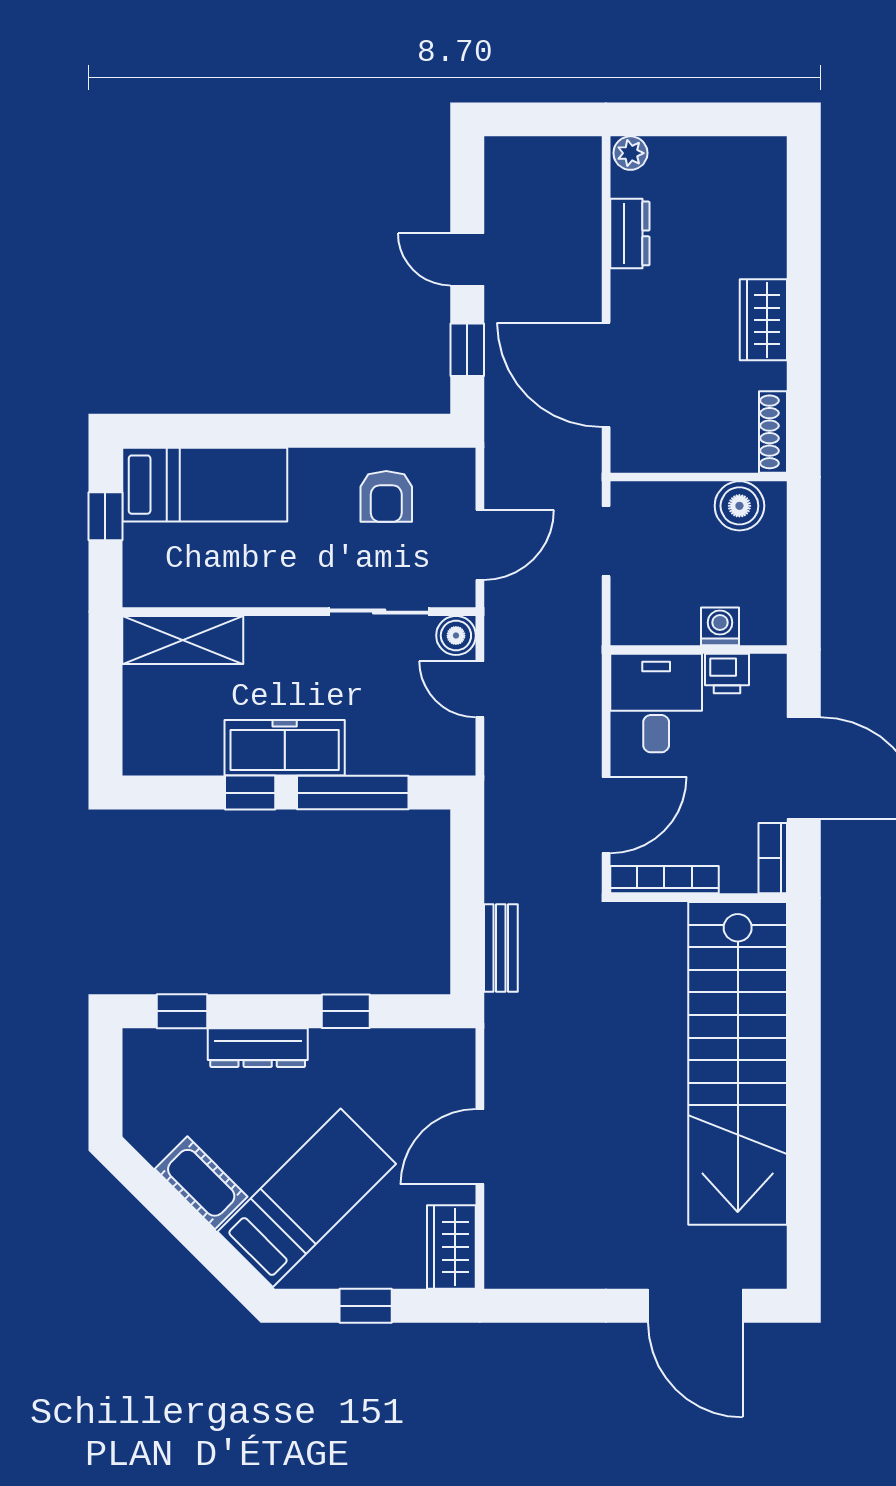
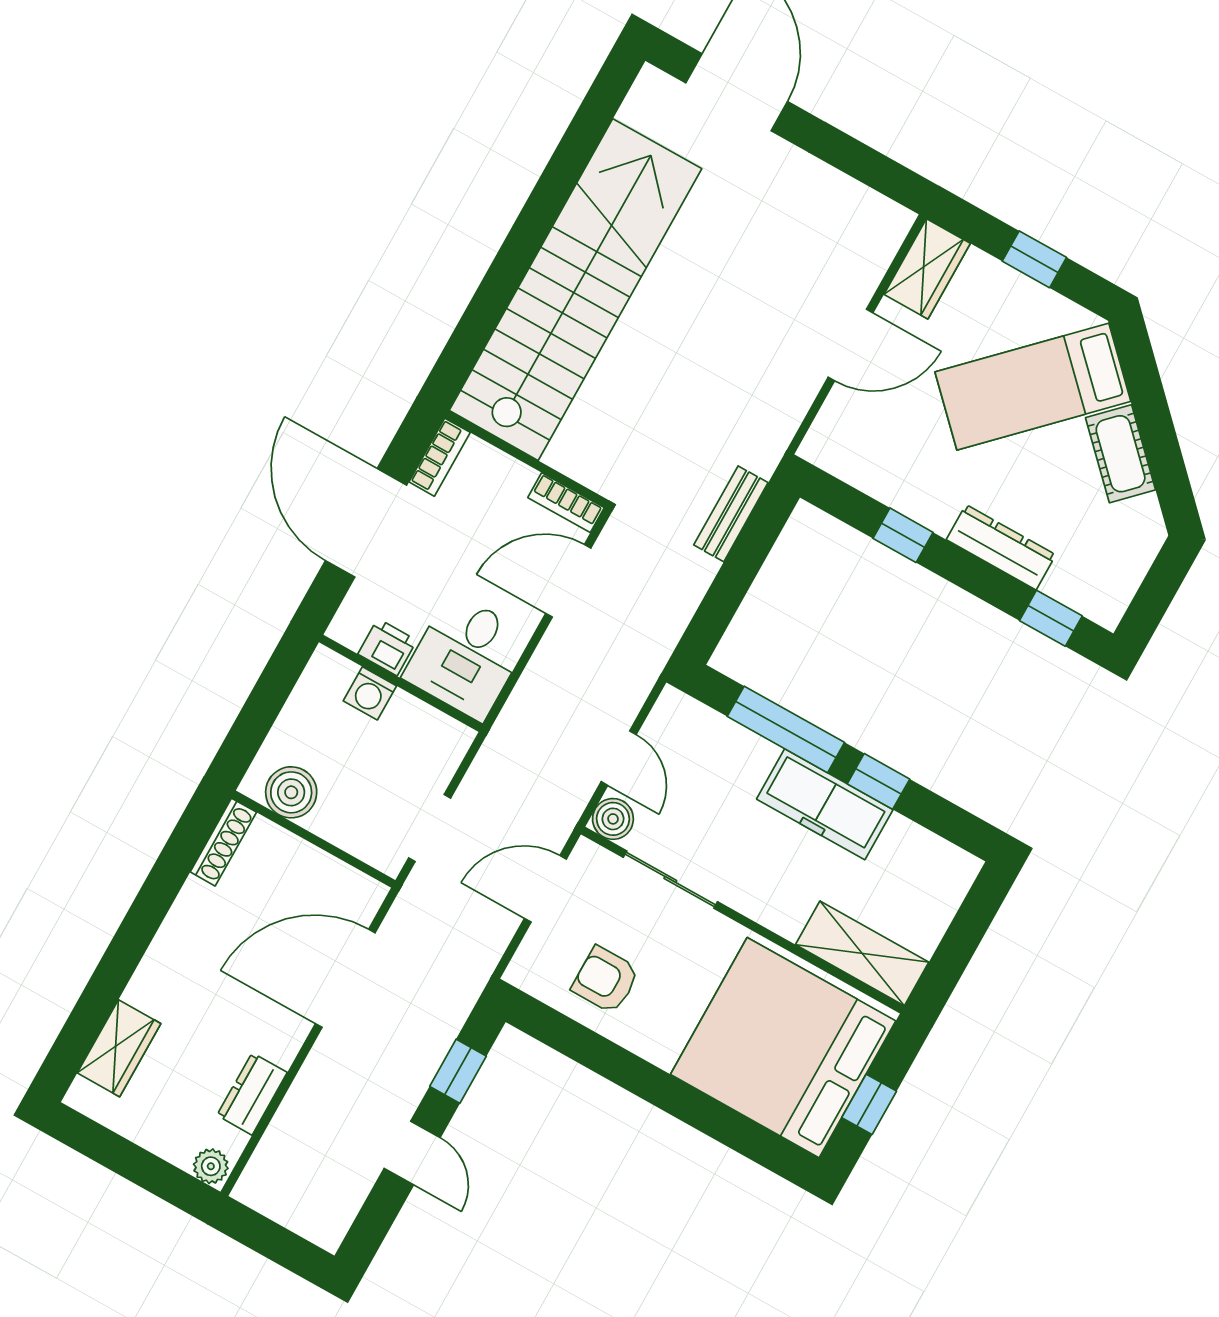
wardrobe: (763, 320) -> (119, 1048), moved
door: (606, 375) -> (345, 978), swing flipped
bed: (205, 485) -> (783, 1048), width x2.04
armchair: (386, 496) -> (605, 980), turned -90
bookcase: (664, 880) -> (566, 503), width x0.64

